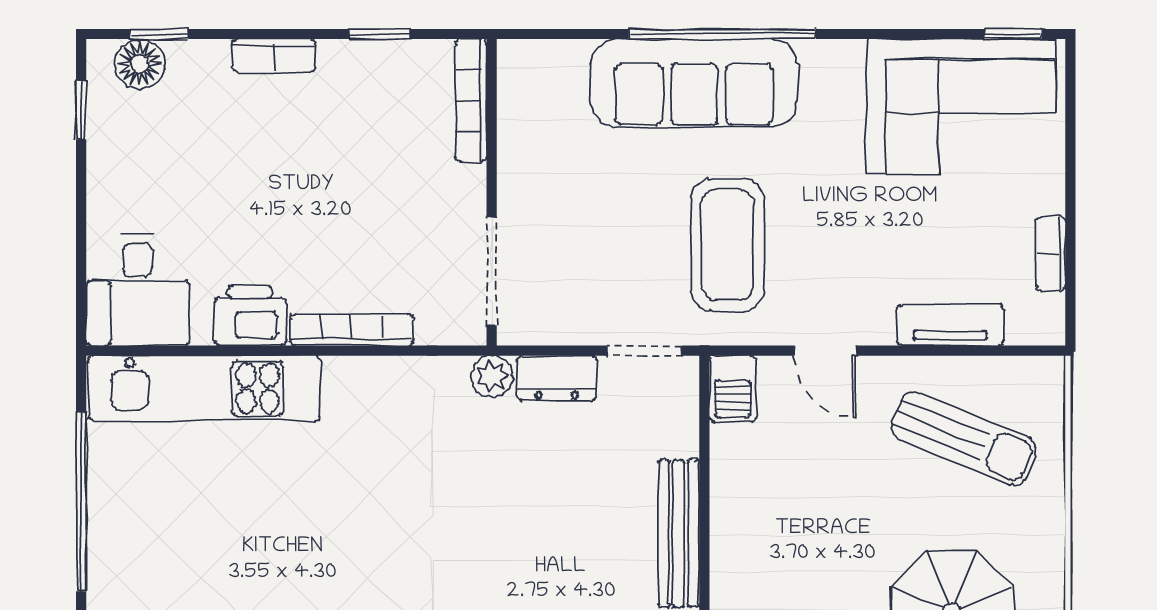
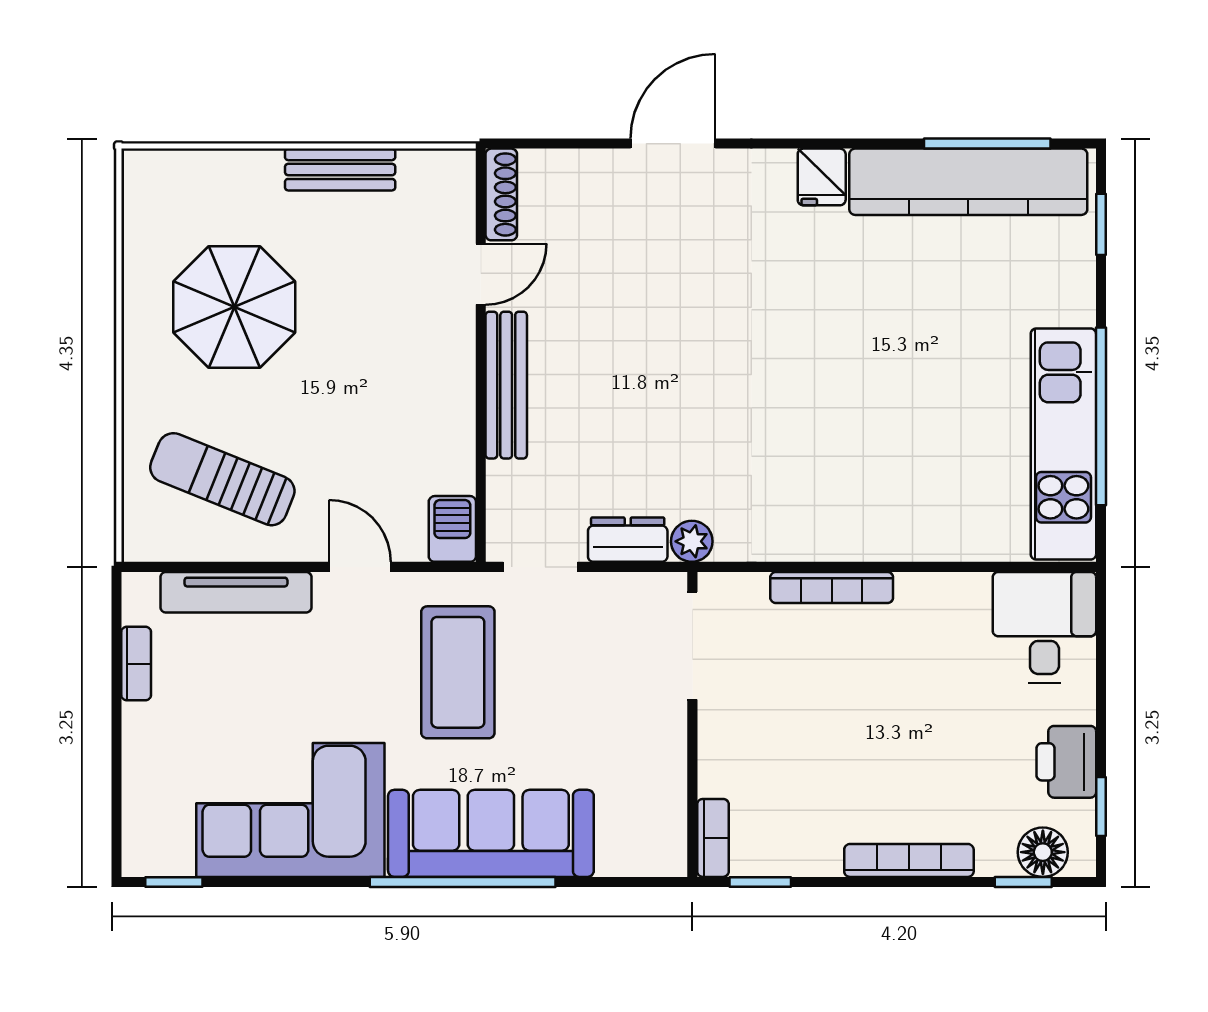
window: (380, 34) -> (760, 882), moved
bookcase: (274, 56) -> (909, 860), width x1.56
bookcase: (471, 100) -> (713, 838), width x0.64
corner sofa: (961, 106) -> (290, 810), moved
printer: (250, 316) -> (1066, 762), moved, turned 90
tv unit: (950, 325) -> (236, 592), width x1.41
kitchen unit: (204, 388) -> (1063, 444), moved, turned -90

